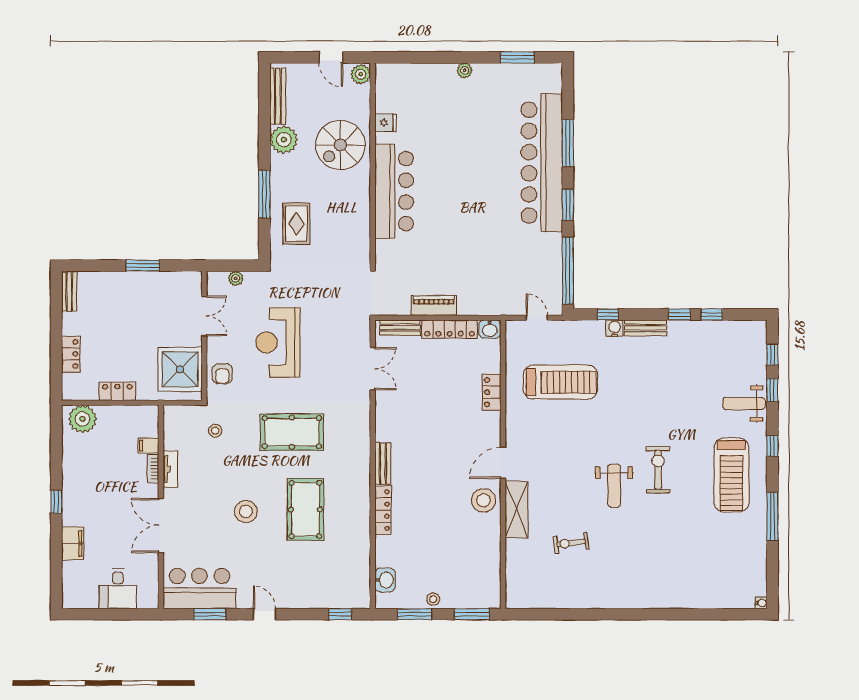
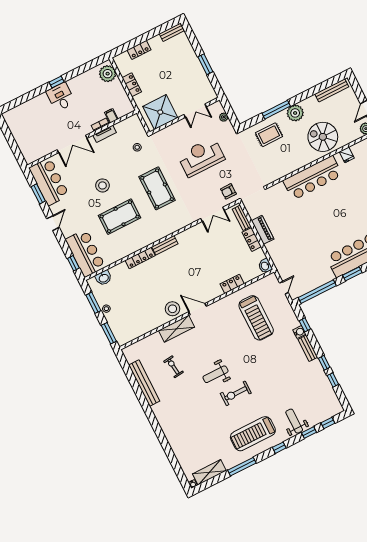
plant: (284, 140) -> (295, 113), moved
locker: (450, 329) -> (252, 239), width x0.66
armchair: (222, 374) -> (228, 191), moved
exercise bike: (658, 470) -> (236, 393), turned 180
double door: (161, 525) -> (72, 144), swing flipped
filing cabinet: (73, 543) -> (39, 102), removed
shelving: (756, 569) -> (209, 472), added
desk: (118, 589) -> (61, 97), moved, turned 90
bar counter: (334, 589) -> (85, 253), added
bench: (573, 599) -> (144, 383), added

